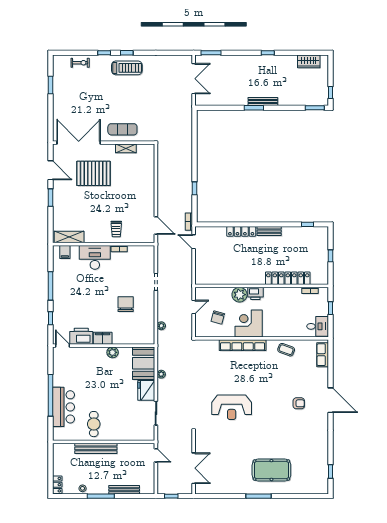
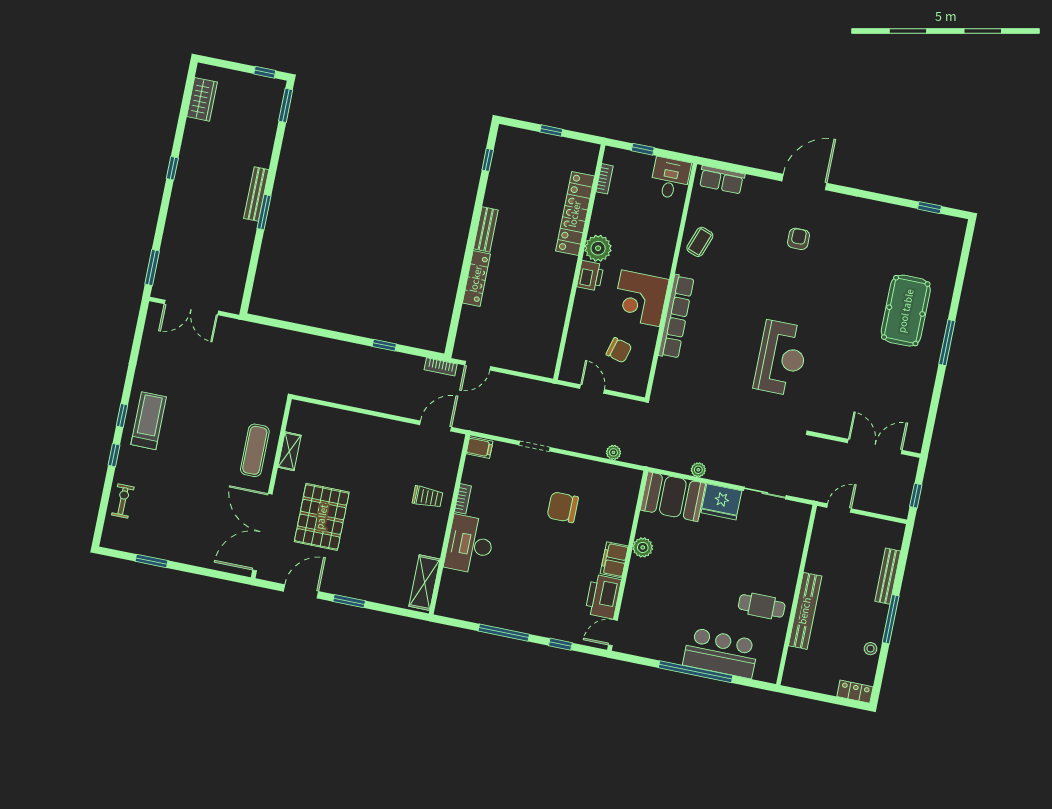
double door: (194, 79) -> (191, 307), swing flipped
filing cabinet: (65, 252) -> (479, 448), moved
plant: (240, 295) -> (598, 248), moved

